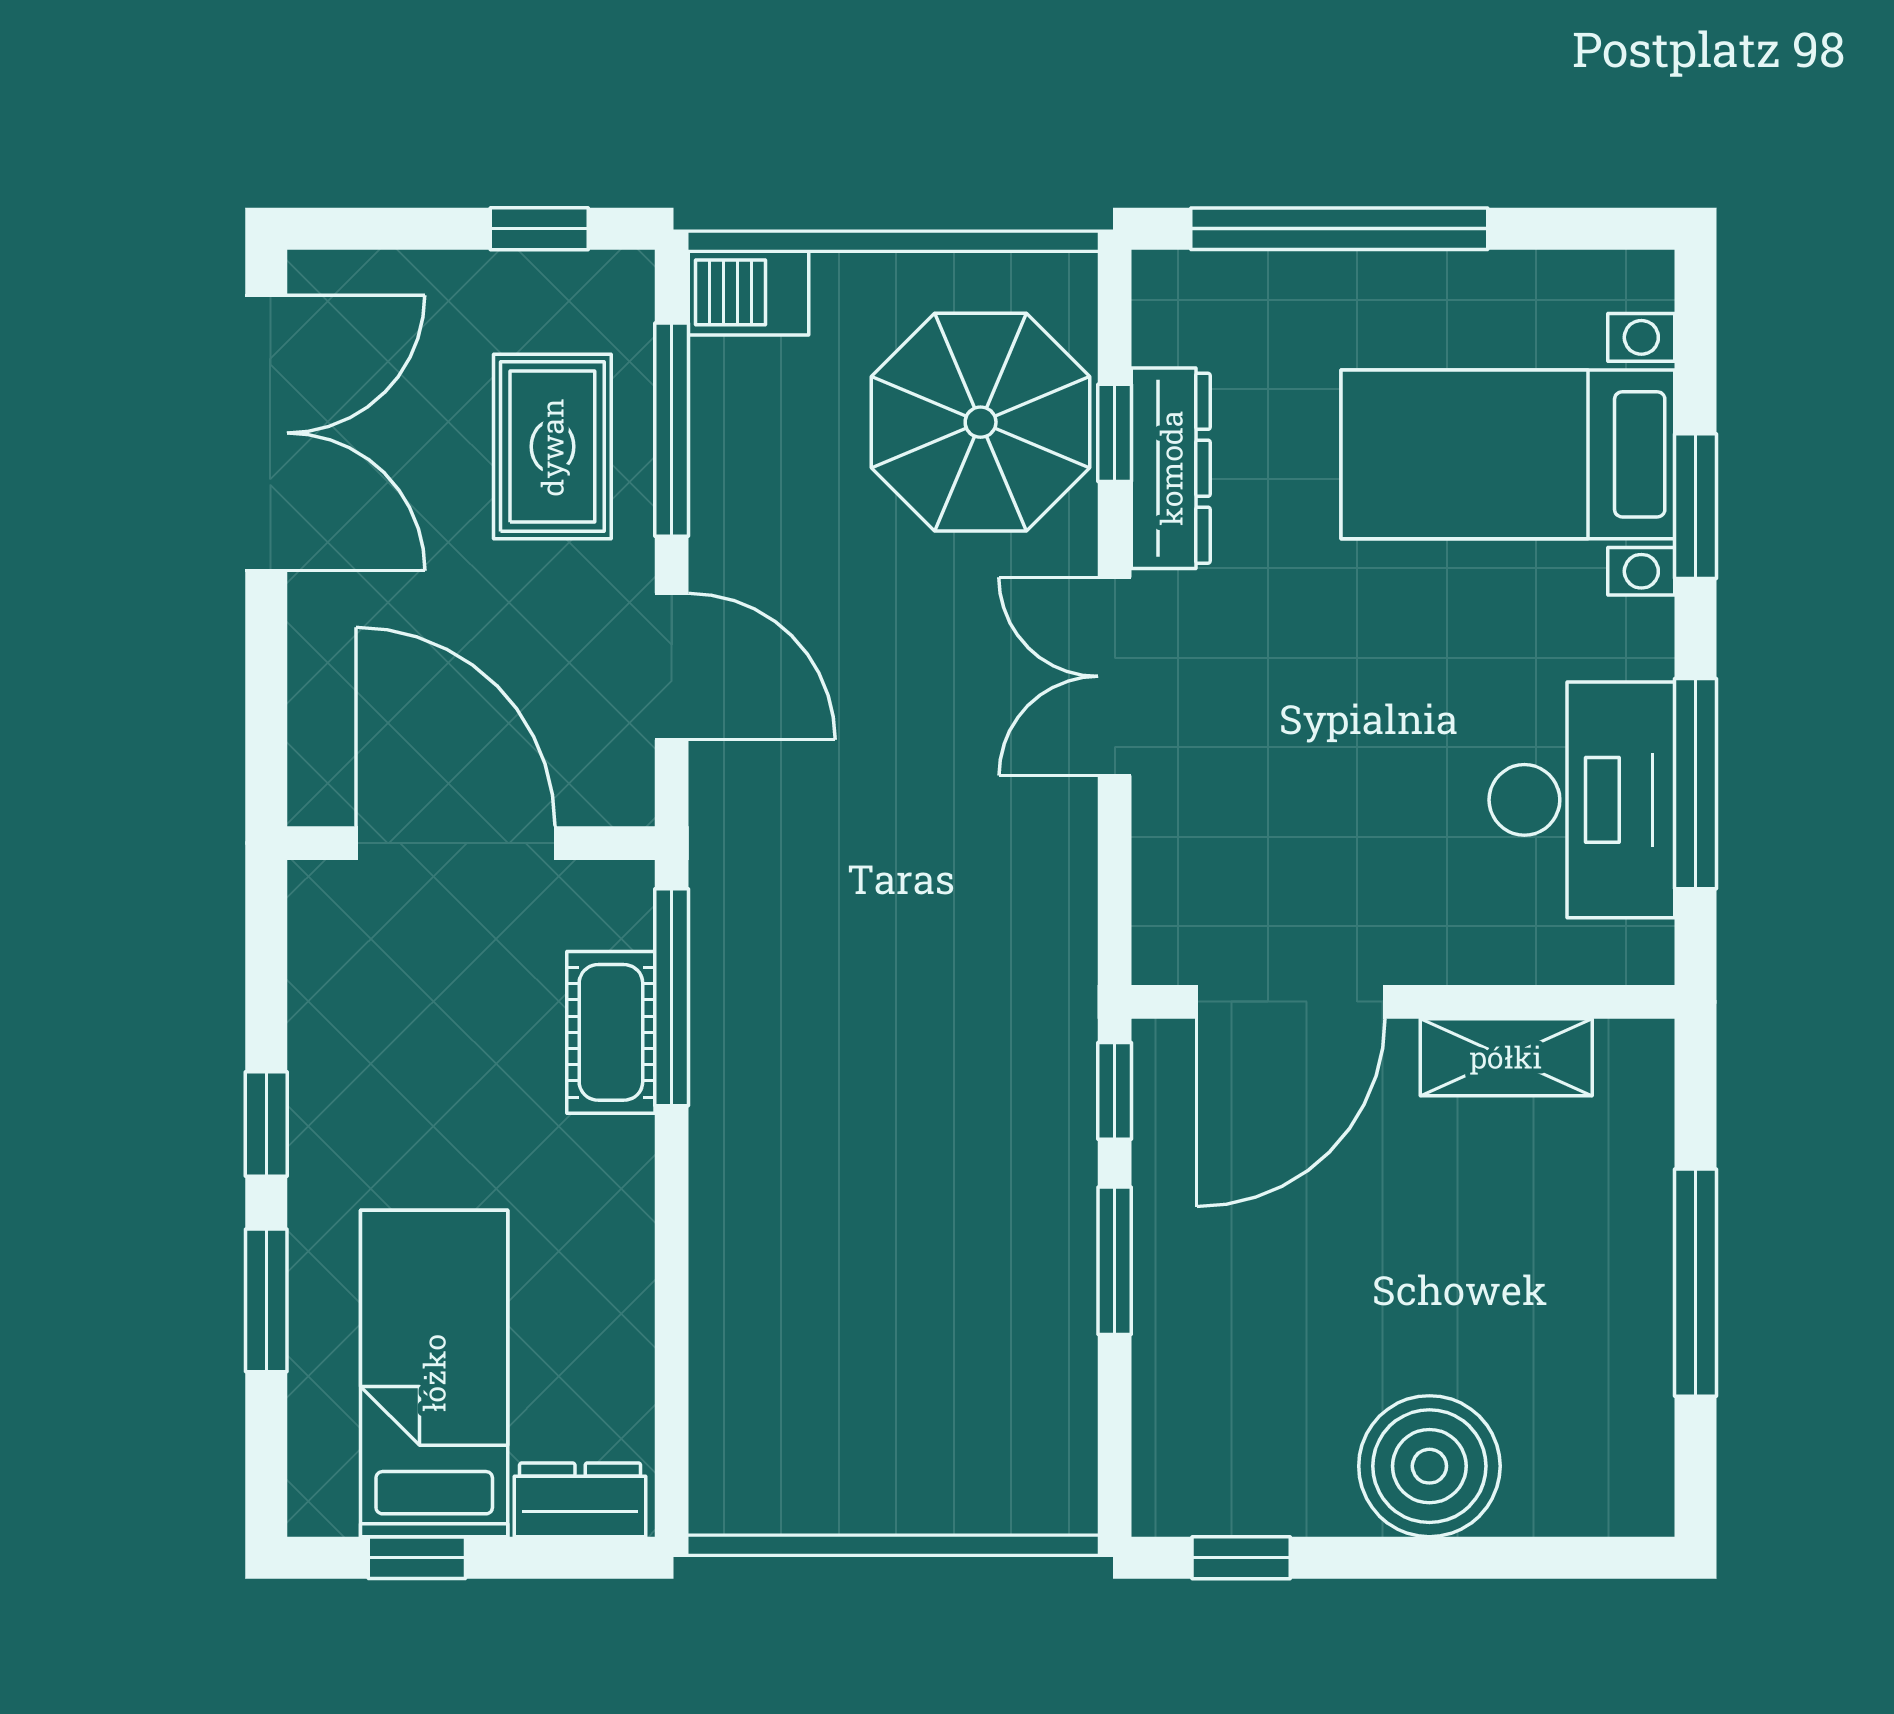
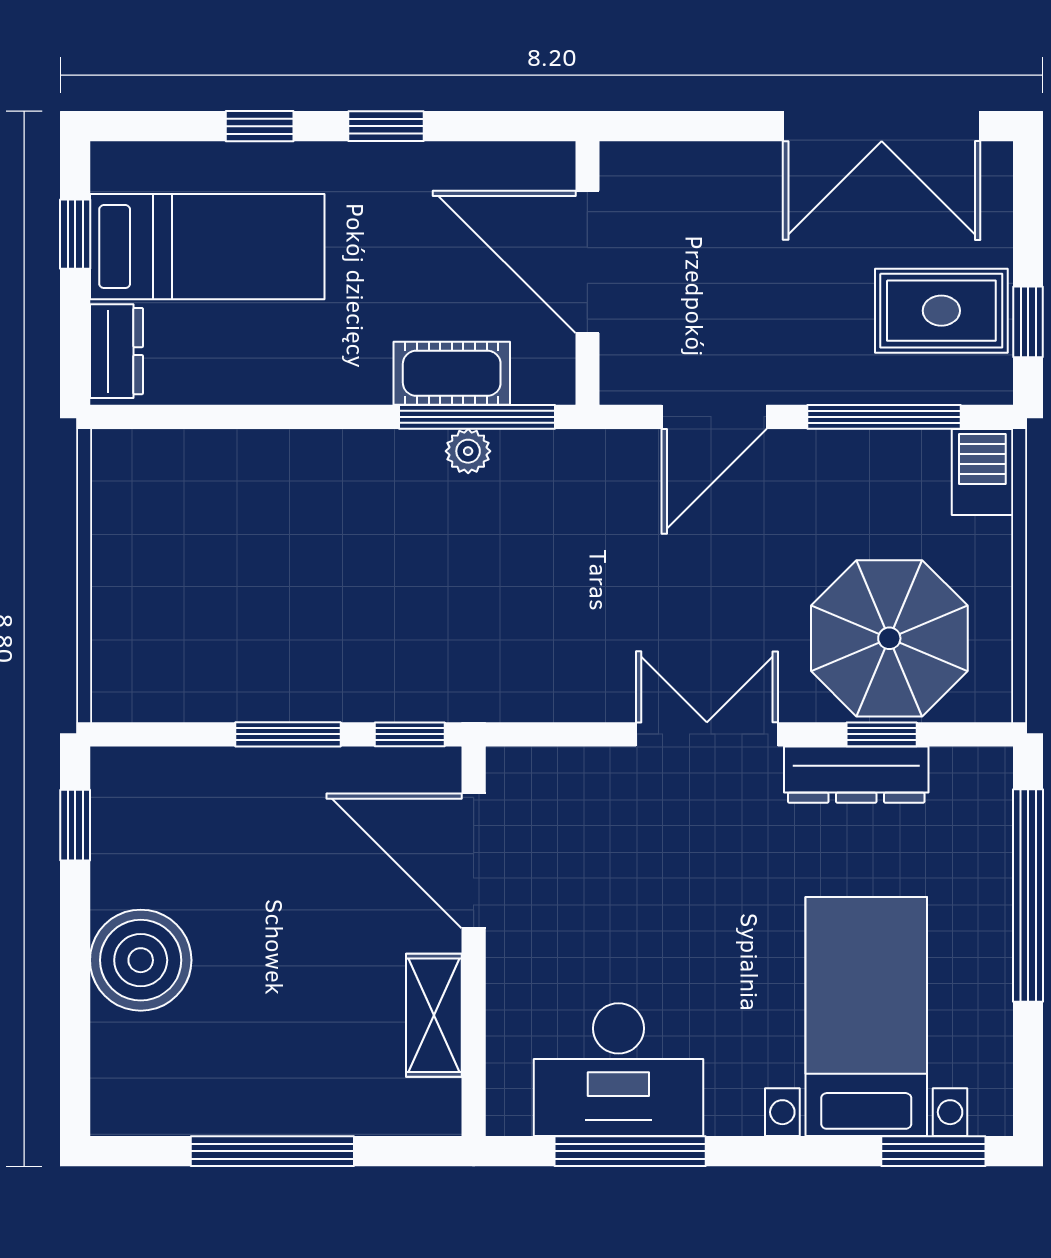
rug: (552, 447) -> (941, 311), moved
window: (1696, 506) -> (933, 1151), moved
door: (456, 843) -> (587, 262), swing flipped
plant: (720, 1010) -> (468, 451), added
window: (266, 1300) -> (260, 126), width x0.67

